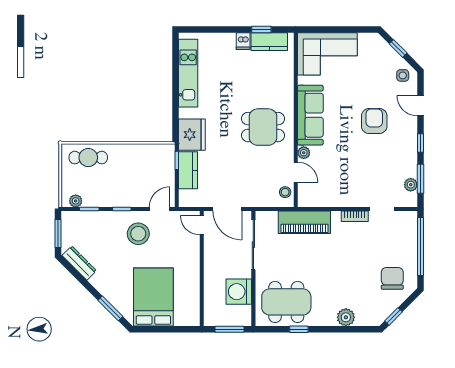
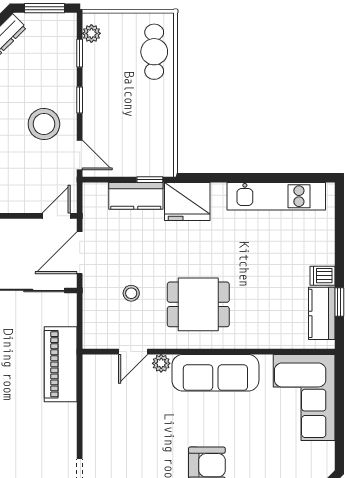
dining table: (263, 127) -> (198, 304), turned 90
stool: (285, 192) -> (131, 293), moved
bookcase: (355, 216) -> (69, 437), removed

